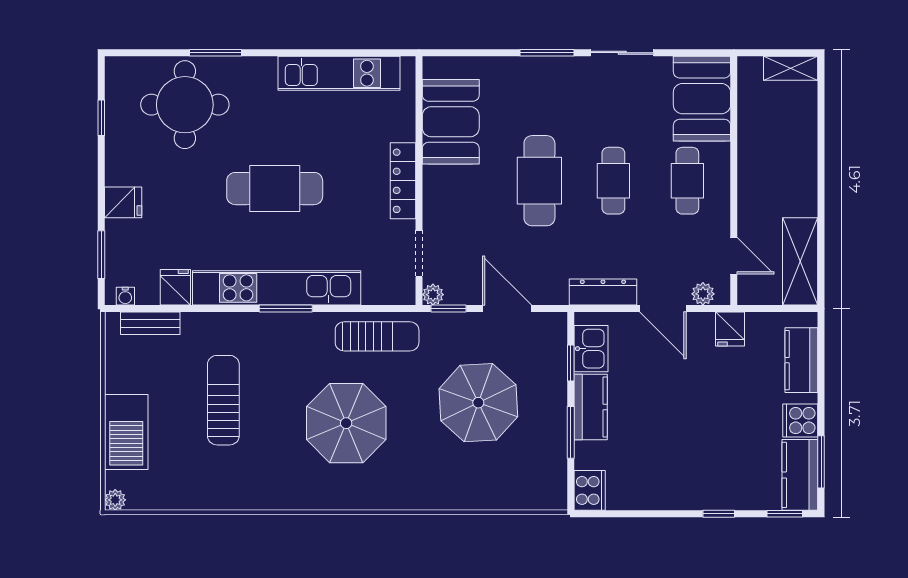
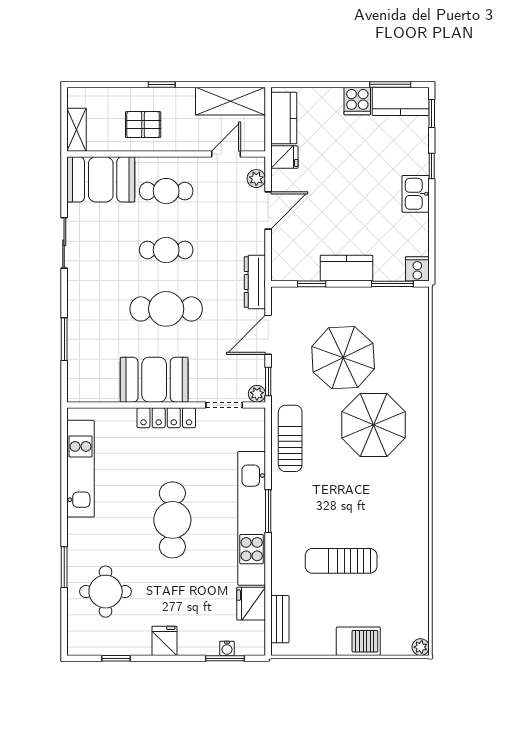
window: (547, 53) -> (64, 339), moved
shelving: (791, 68) -> (77, 130), moved
round table: (185, 105) -> (106, 592), width x0.73, depth x0.73
booth: (451, 122) -> (154, 380), moved
pallet: (771, 152) -> (143, 125), added
window: (821, 175) -> (162, 84), added
fridge: (123, 202) -> (164, 641), moved
fridge: (175, 287) -> (251, 604), width x1.38
dresser: (603, 292) -> (255, 282), moved
water cooler: (125, 296) -> (227, 648), moved, turned 90
kitchen sink: (591, 349) -> (416, 194), moved, turned -90
kitchen counter: (801, 360) -> (284, 118), moved, turned -90
parasol: (346, 423) -> (374, 425), moved
barbecue: (126, 432) -> (358, 641), width x0.73, depth x0.83
window: (571, 432) -> (392, 284), moved
cooker: (590, 490) -> (417, 269), width x0.73

